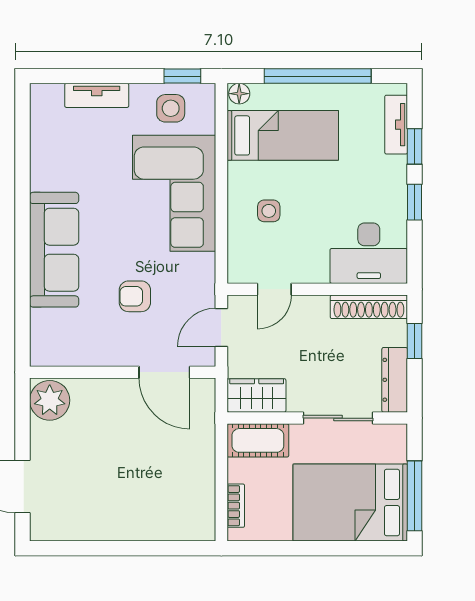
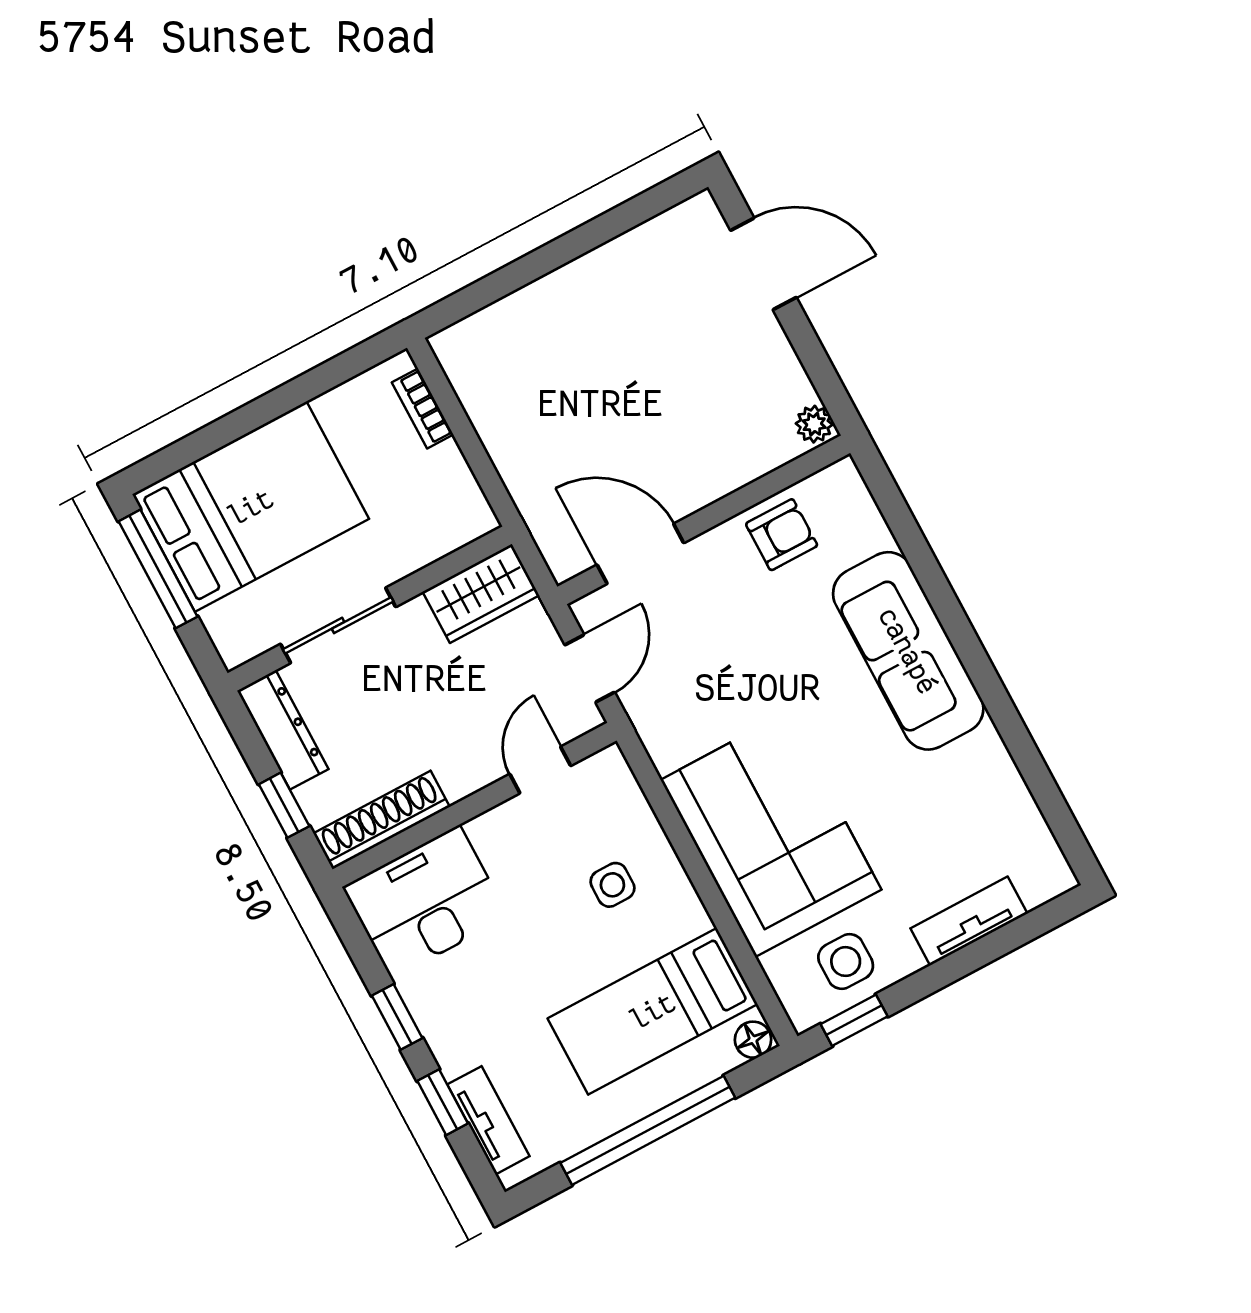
armchair: (135, 296) -> (782, 535), moved
plant: (50, 400) -> (814, 424), width x0.53, depth x0.53
cot: (258, 440) -> (442, 526), removed

